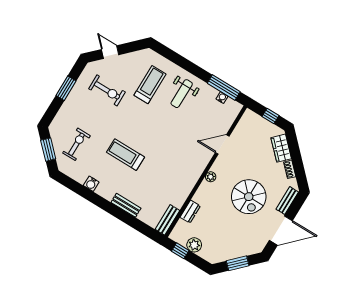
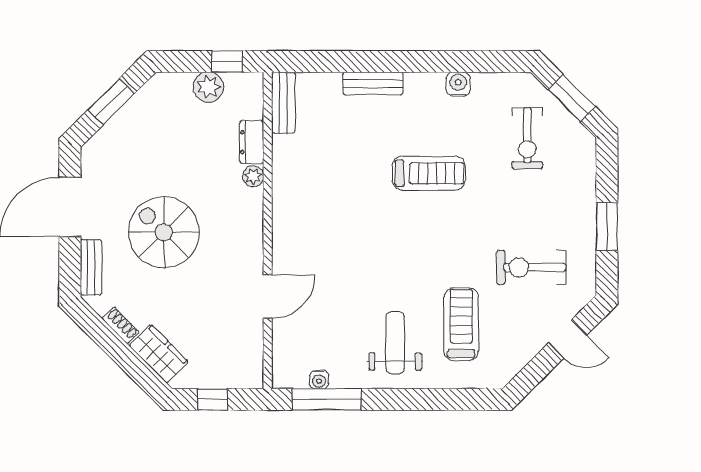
treadmill: (150, 85) -> (461, 324), turned 180
plant: (211, 177) -> (253, 176), moved

